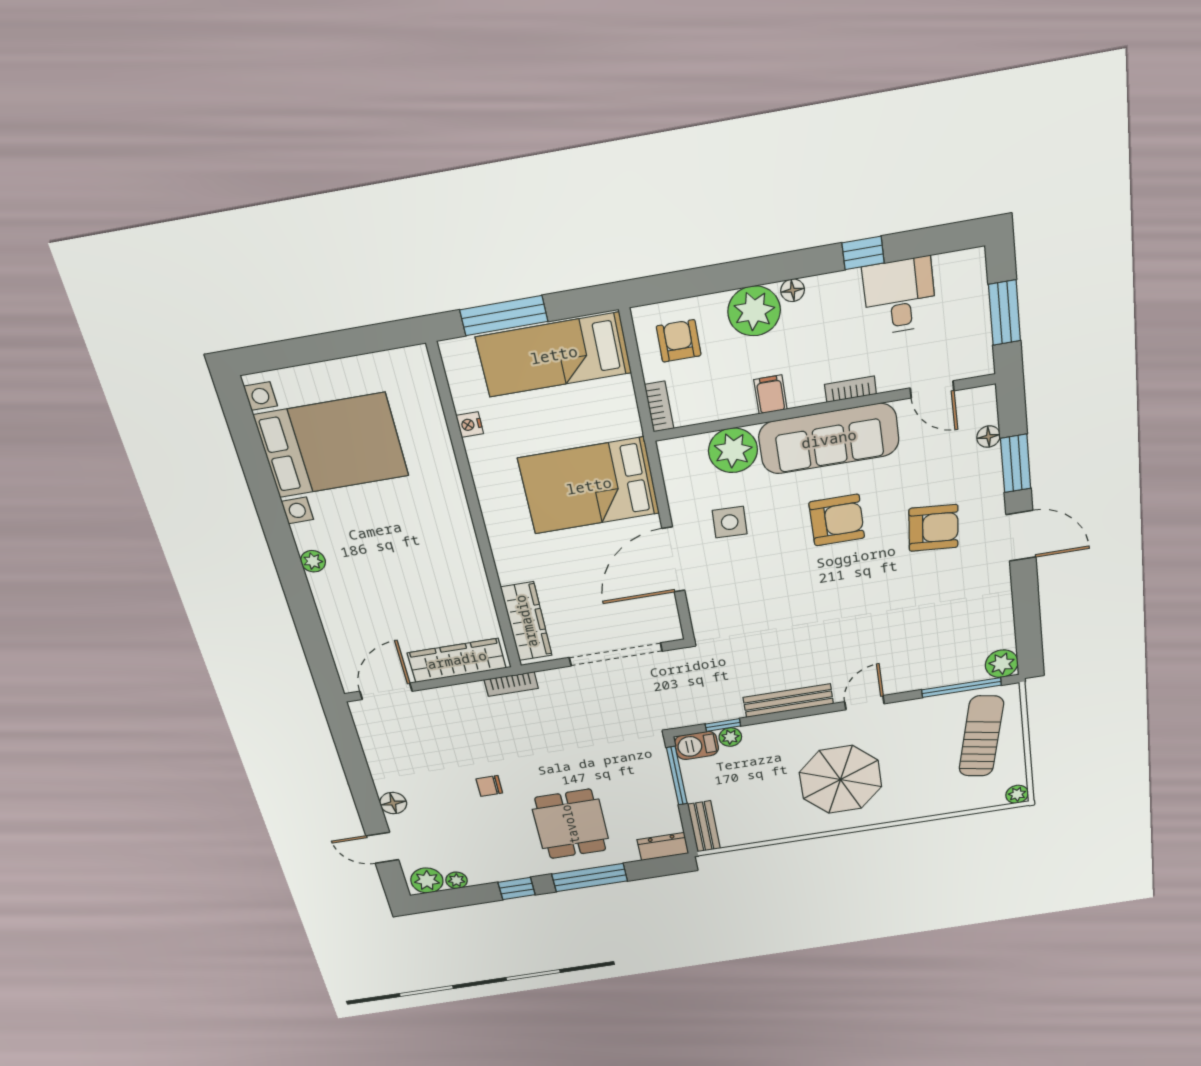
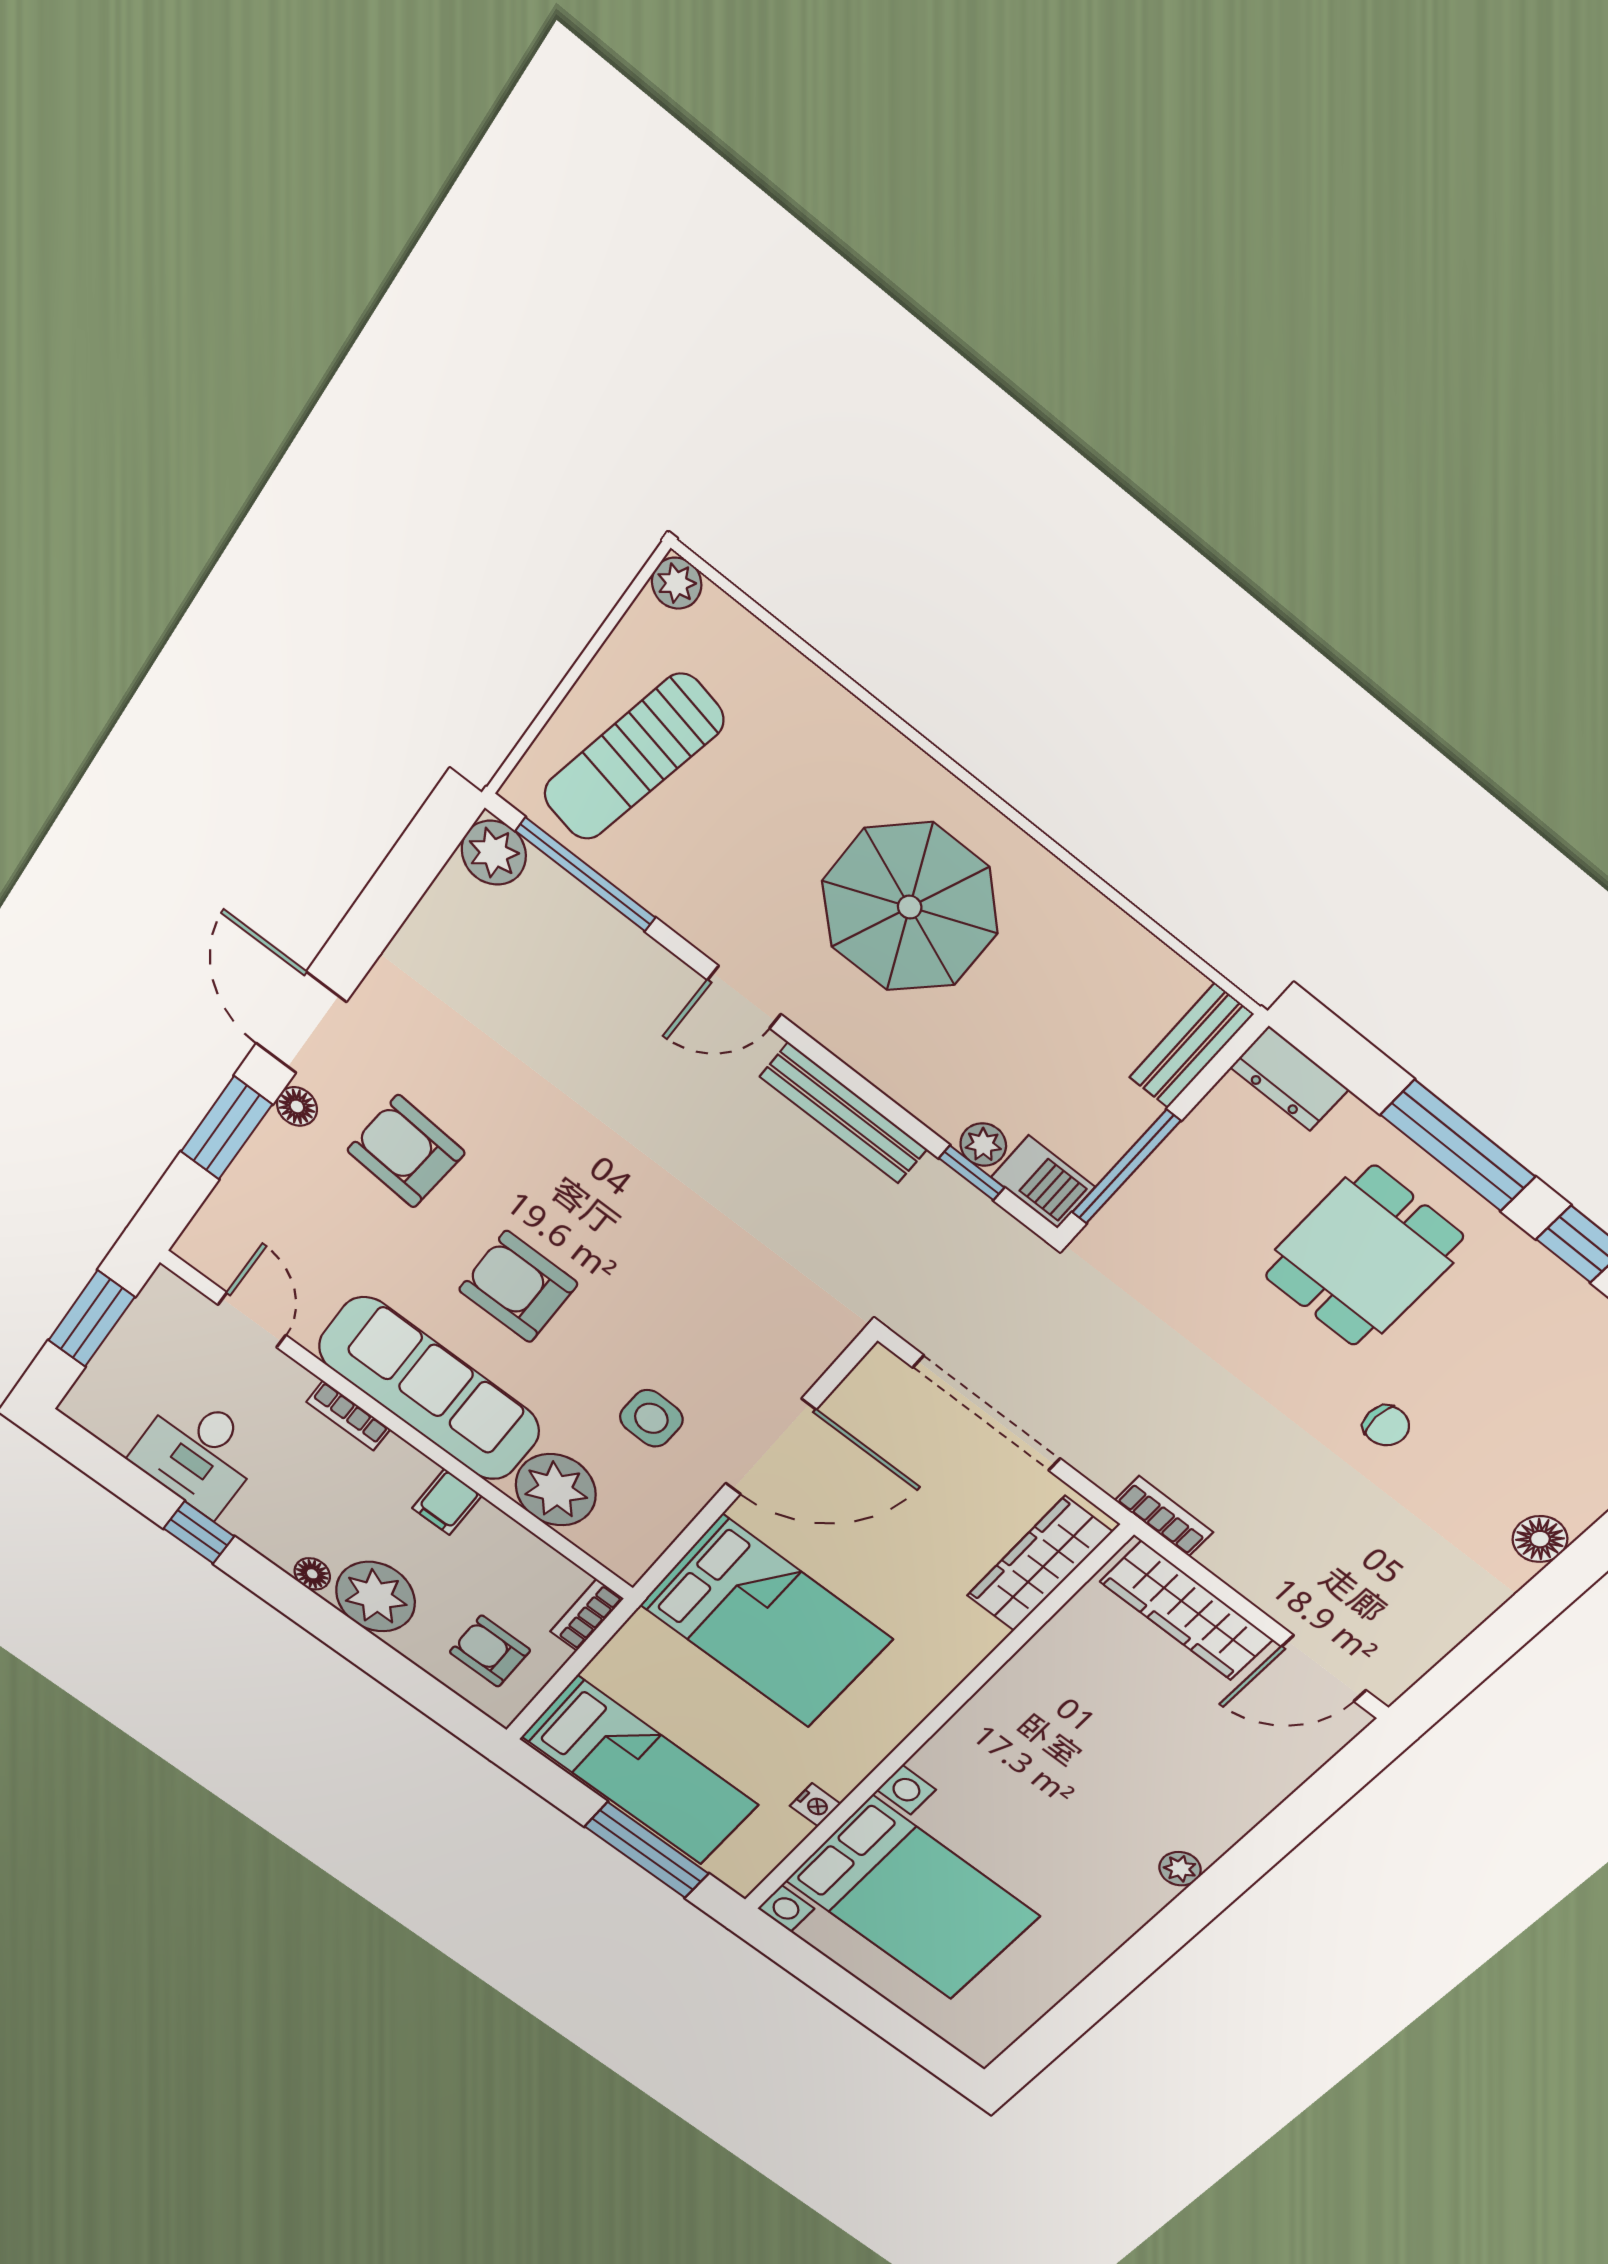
armchair: (679, 341) -> (490, 1651), turned 90
floor lamp: (988, 437) -> (297, 1106), moved
bed with nightstands: (331, 445) -> (912, 1898), moved, turned 180

